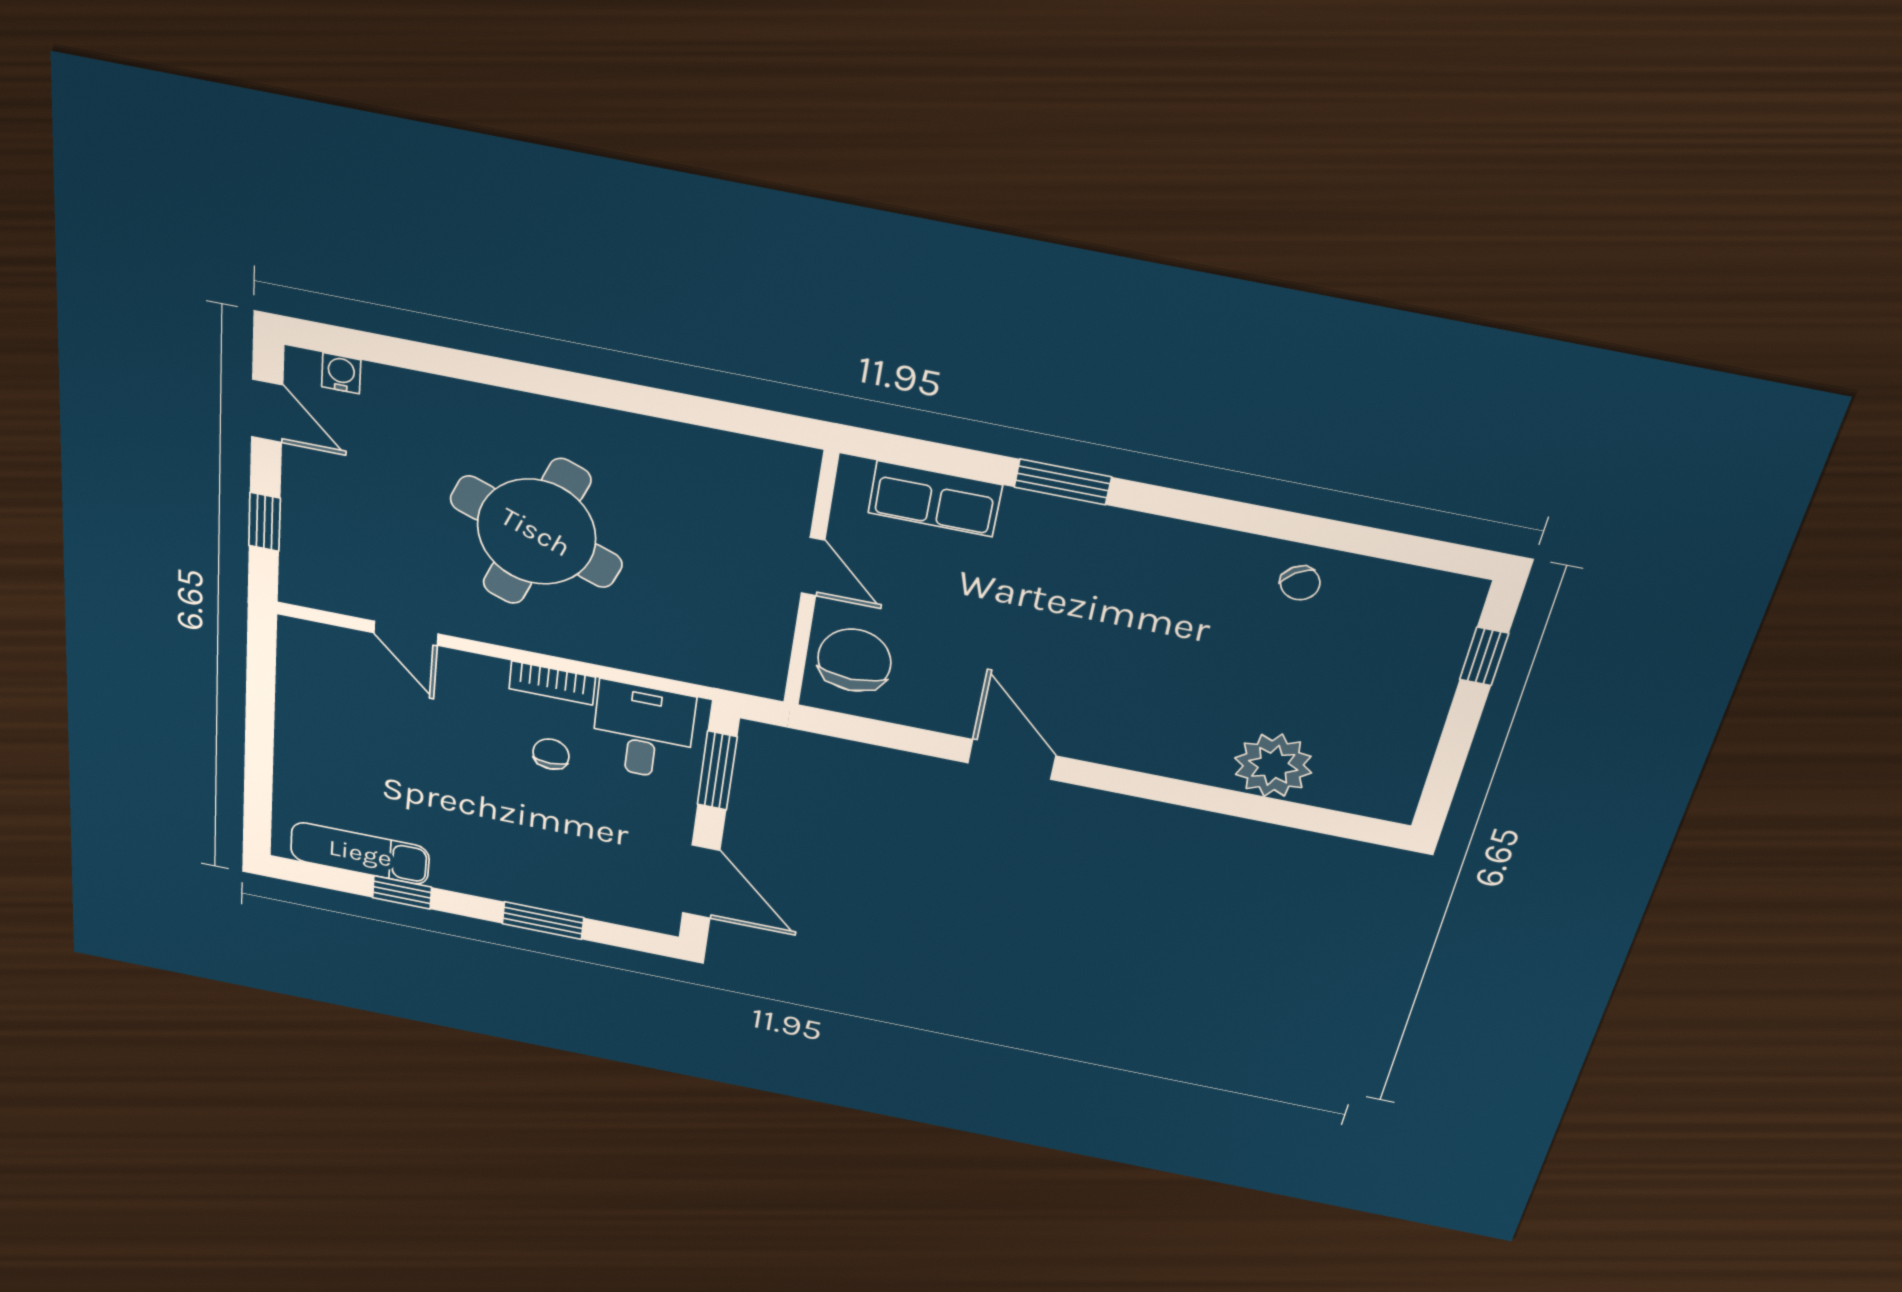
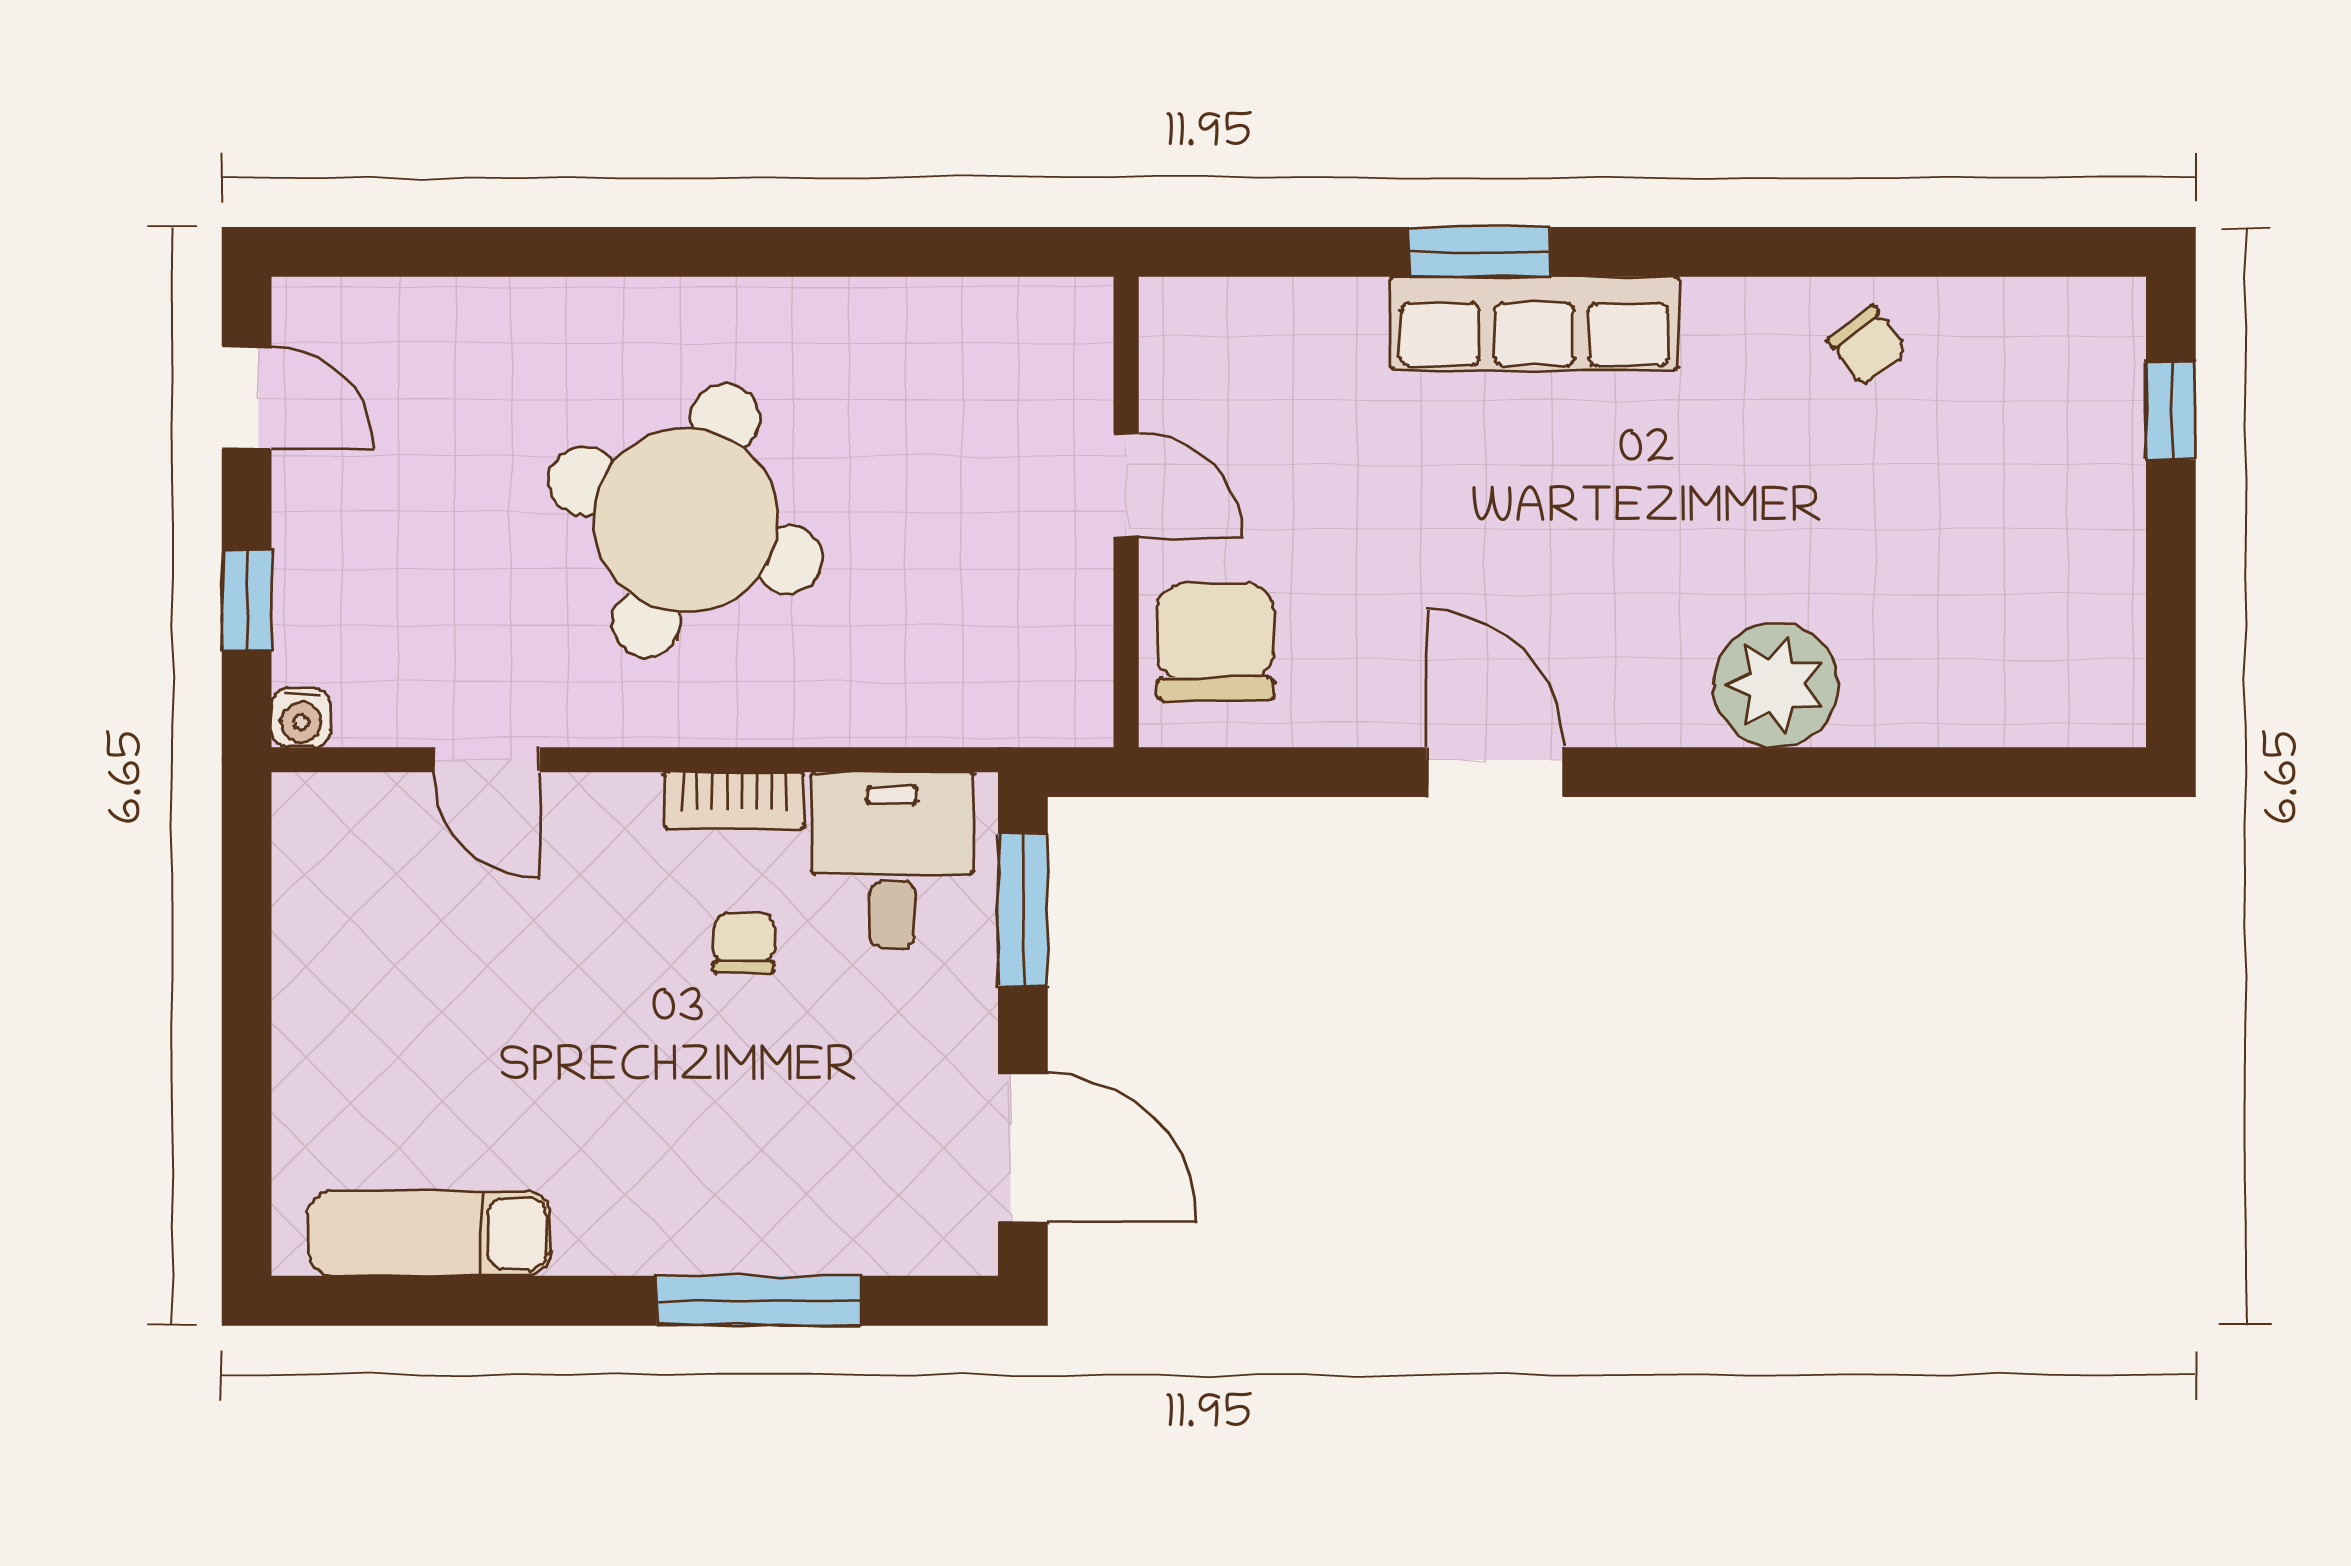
water cooler: (341, 373) -> (301, 718), moved, turned 180
row of seats: (935, 499) -> (1534, 323), moved, width x1.48
plant: (1273, 765) -> (1776, 685), moved
window: (402, 892) -> (507, 1301), removed
window: (543, 921) -> (759, 1301), width x1.44

